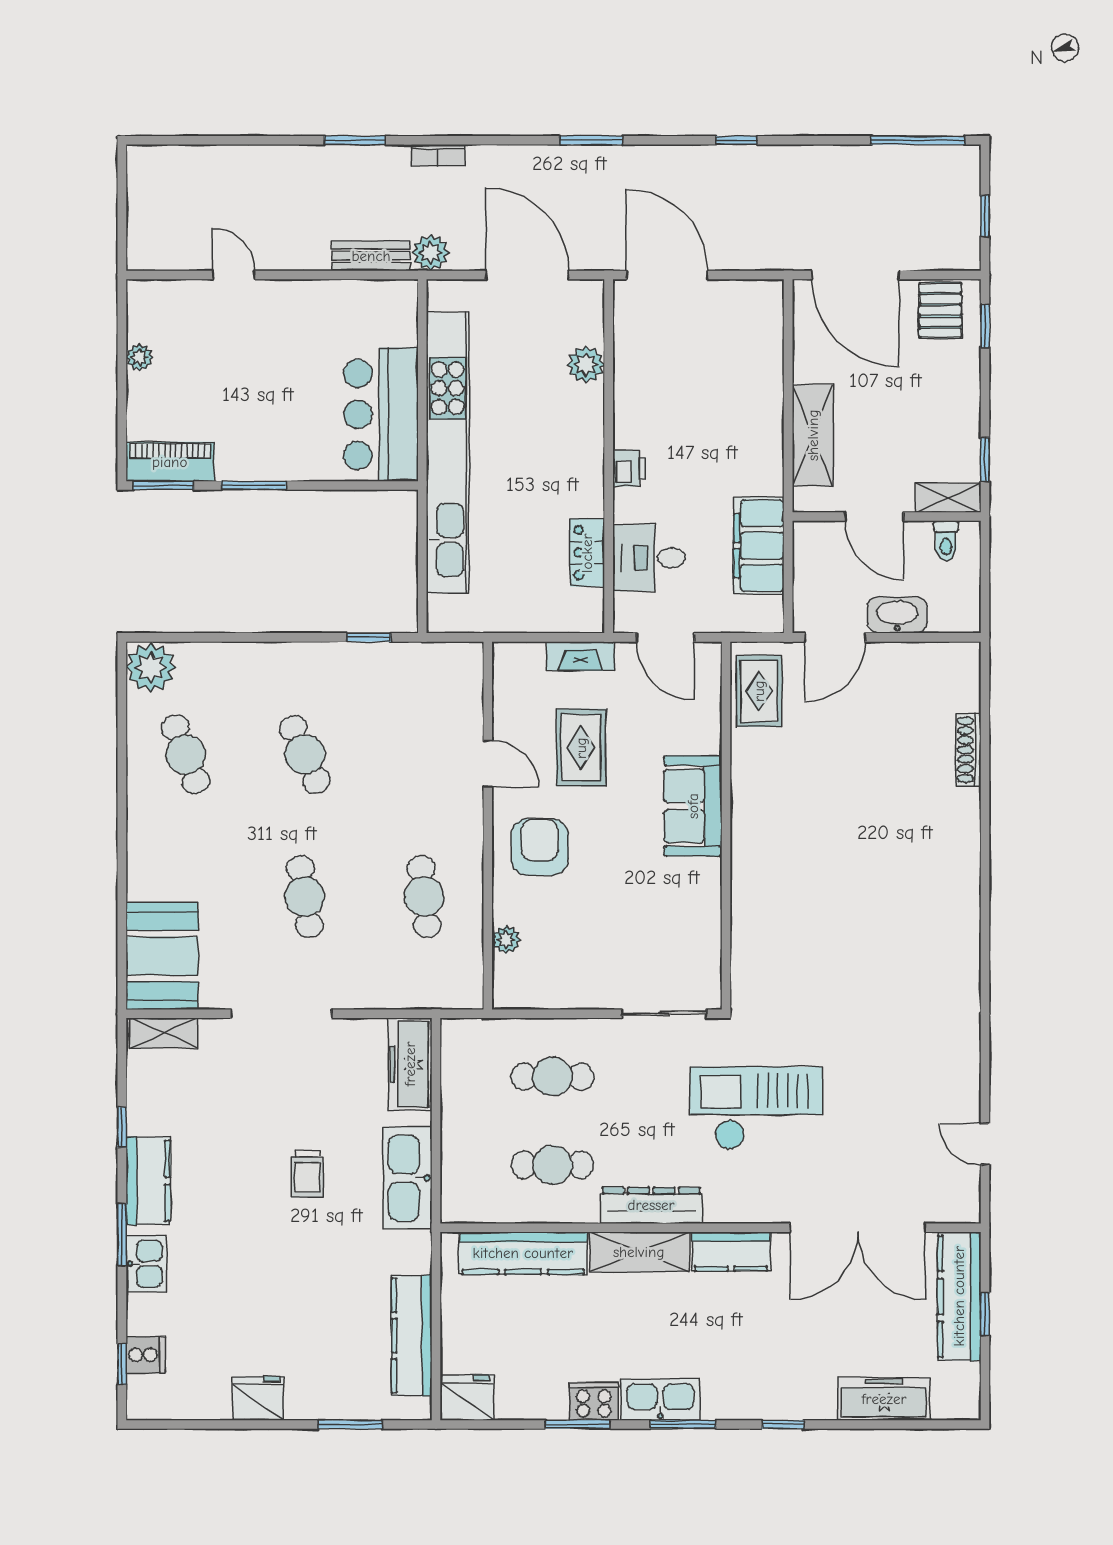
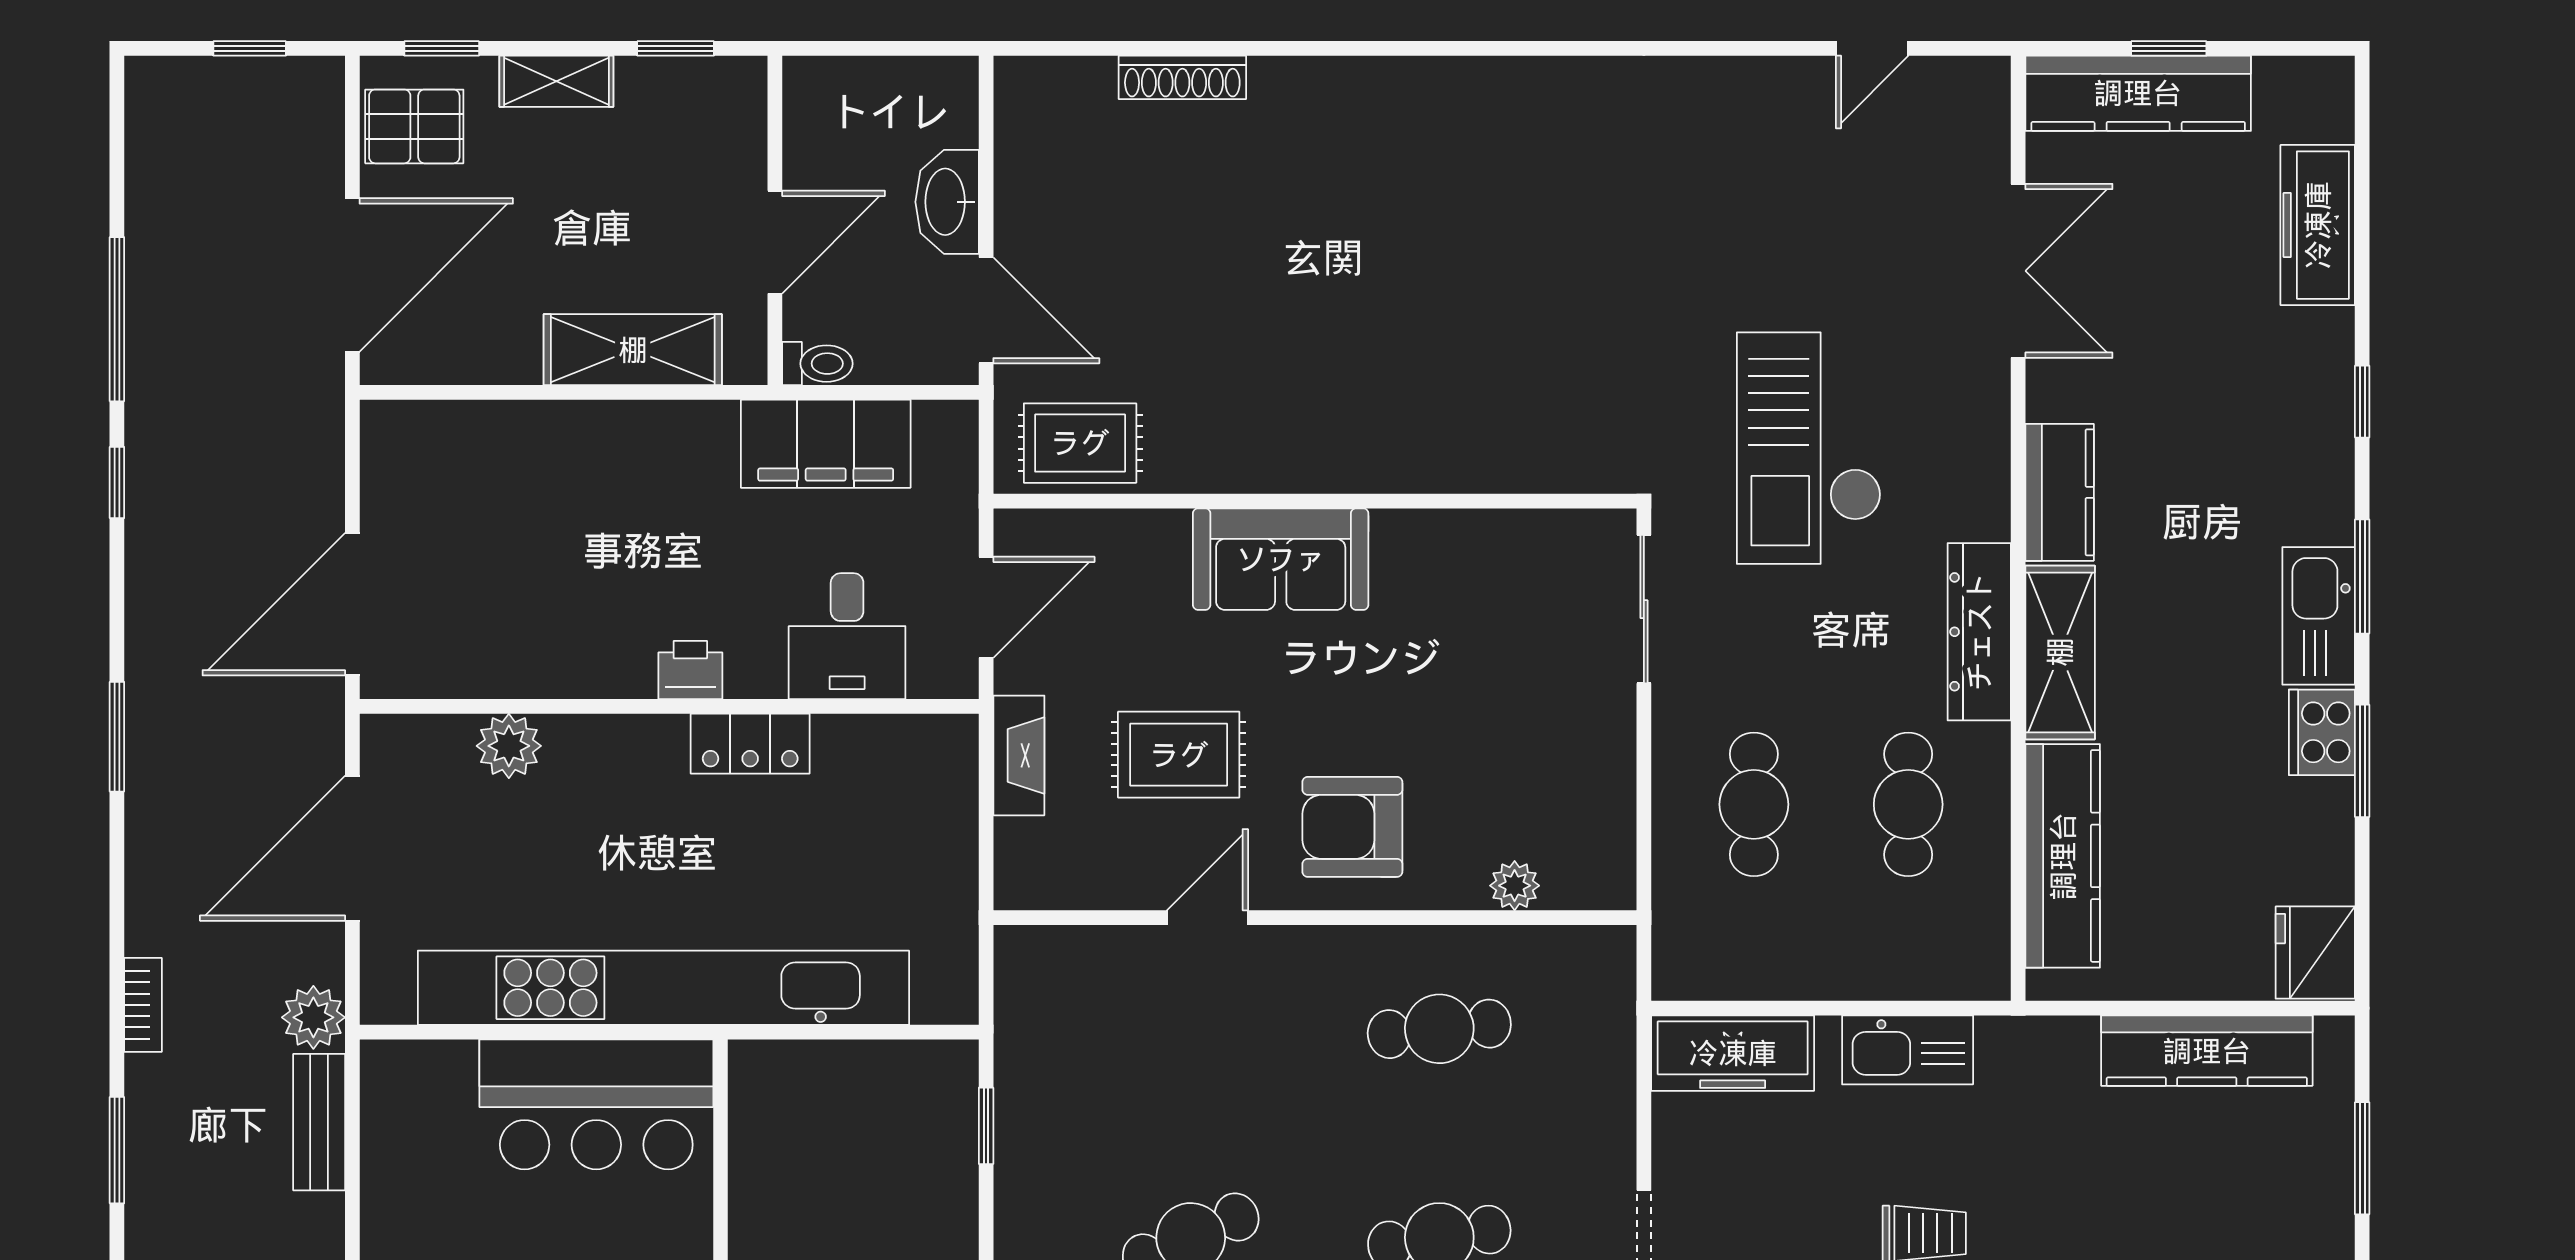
window: (918, 140) -> (117, 319), moved
shelving: (948, 498) -> (556, 81), moved, turned 90
toilet: (946, 541) -> (817, 364), moved
locker: (587, 553) -> (750, 744), moved
kitchen sink: (407, 1178) -> (1908, 1050), width x0.73, depth x0.81
double door: (858, 1228) -> (2018, 271), width x0.73

